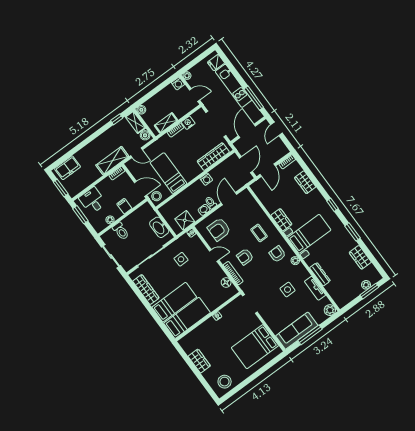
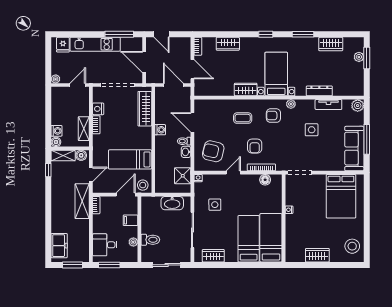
washing machine: (178, 83) -> (57, 131), moved
armchair: (219, 229) -> (213, 151), turned 103
wardrobe: (146, 290) -> (213, 256), width x0.67

